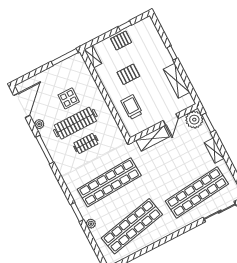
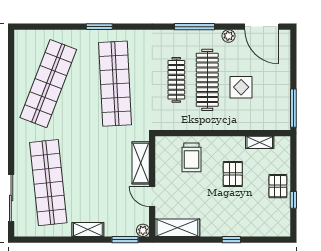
shelving: (93, 56) -> (260, 142), moved
shelving: (177, 81) -> (177, 228), moved
trolley: (132, 107) -> (191, 157), turned 90
plant: (194, 120) -> (143, 230), width x0.53, depth x0.53
clothes rail: (86, 143) -> (176, 80), width x1.36
plant: (91, 224) -> (77, 36), removed
shop shelf: (132, 226) -> (48, 84), turned 33

